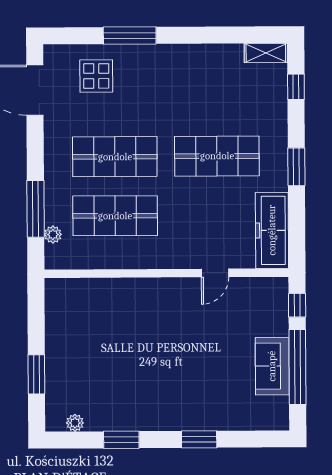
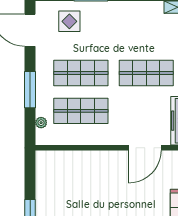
window: (36, 209) -> (30, 90), moved
door: (215, 273) -> (145, 148), width x1.88

